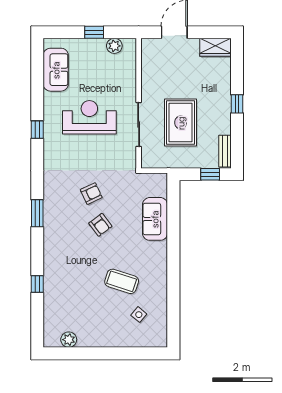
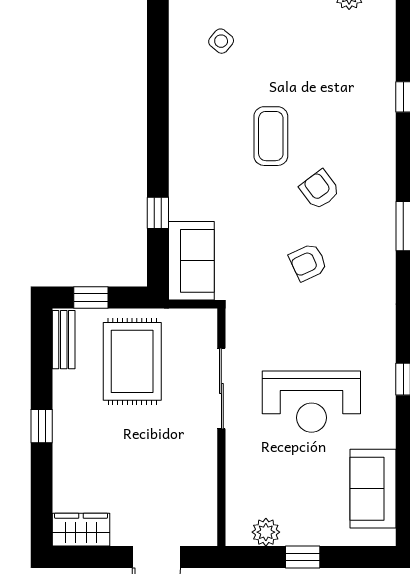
rug: (181, 123) -> (132, 361), moved
sofa: (155, 219) -> (191, 261), moved
window: (173, 221) -> (158, 213), added
armchair: (100, 225) -> (320, 190), moved
coffee table: (122, 281) -> (271, 136), moved, turned 72

